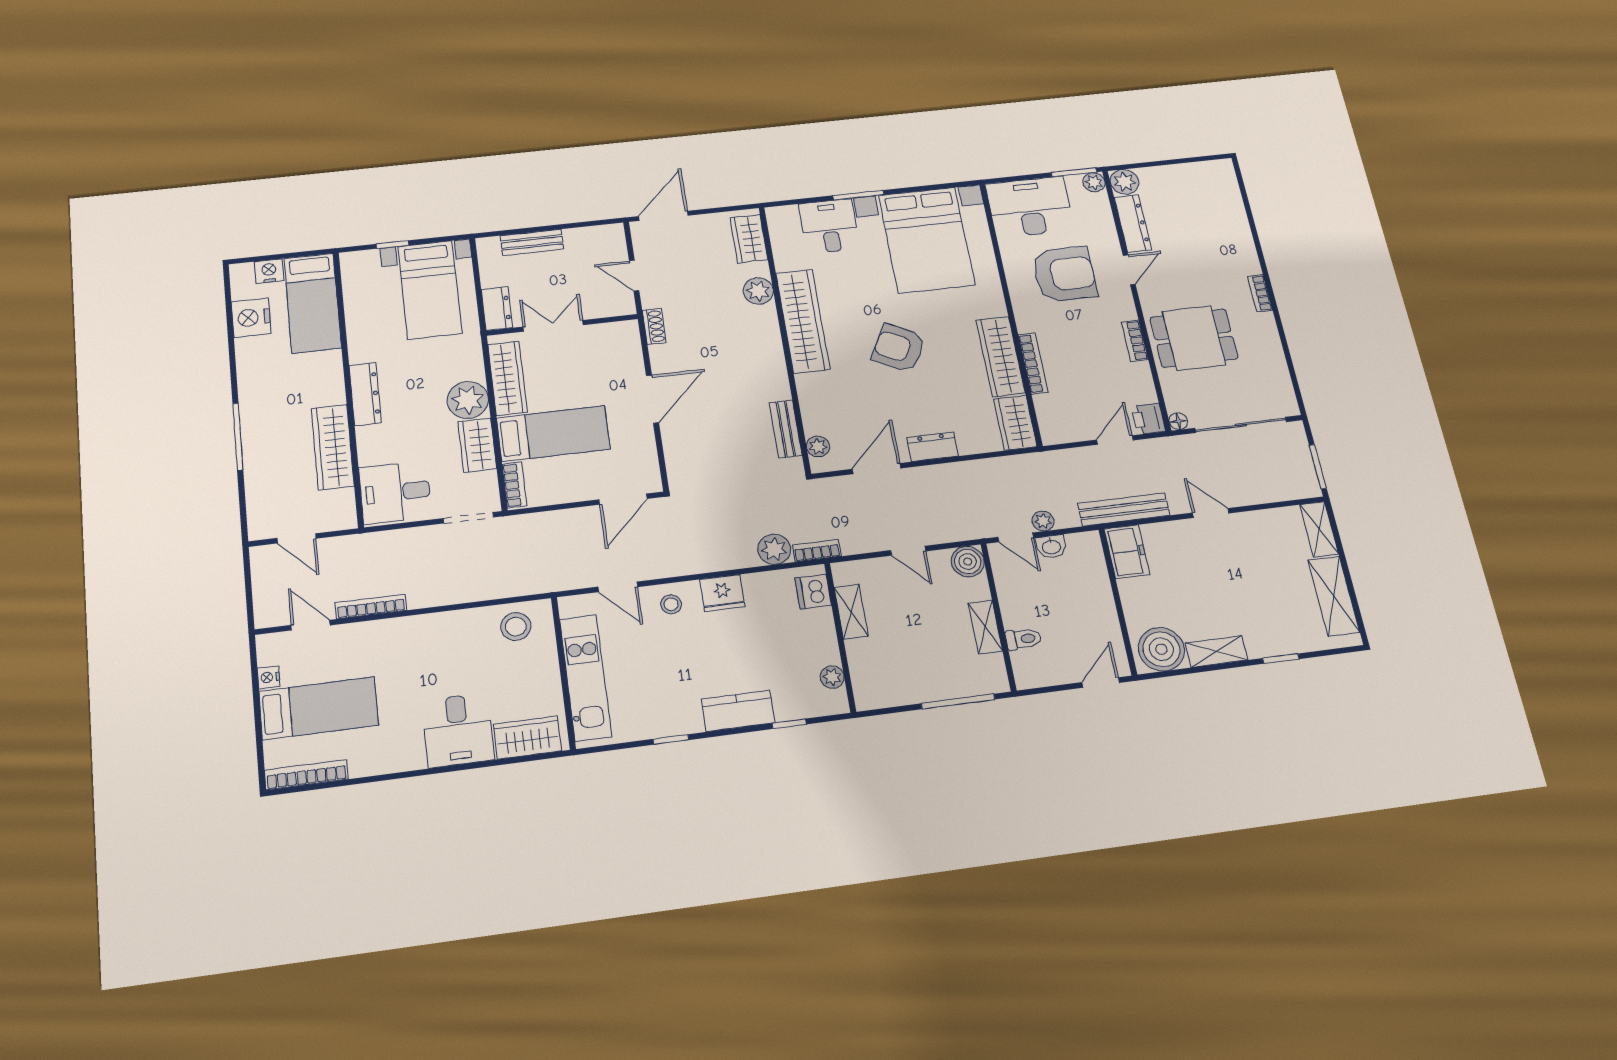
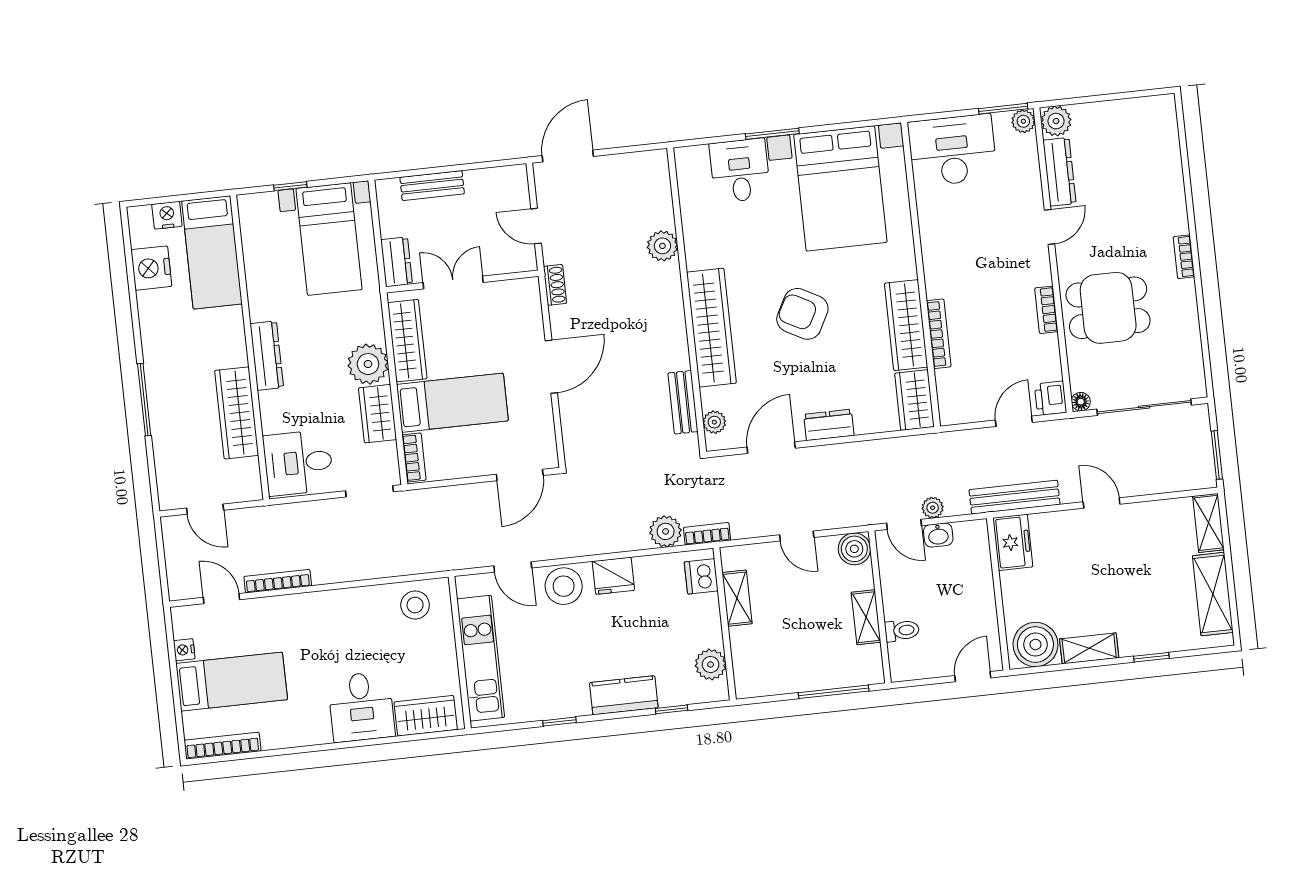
wardrobe: (749, 239) -> (655, 184), removed
armchair: (1064, 274) -> (981, 231), removed
wardrobe: (803, 321) -> (711, 328), moved
stool: (671, 604) -> (564, 586), width x1.89, depth x1.89
plant: (832, 677) -> (711, 664), width x1.38, depth x1.38

